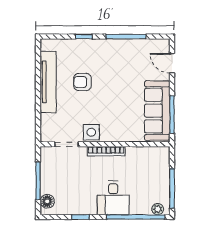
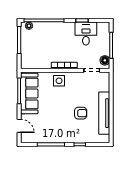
side table: (91, 132) -> (59, 81), moved
desk: (113, 198) -> (86, 34), moved
floor lamp: (47, 201) -> (105, 60), moved

